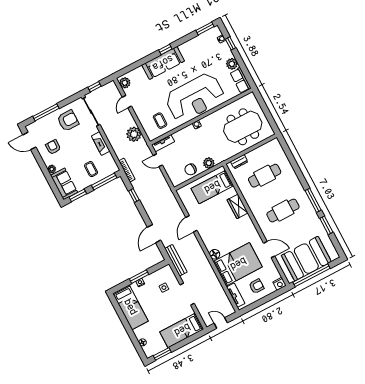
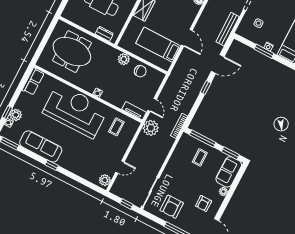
sofa: (163, 63) -> (41, 146), moved
plant: (232, 64) -> (16, 115), moved
armchair: (68, 120) -> (172, 207), turned -90
plant: (134, 134) -> (151, 128), moved
fireplace: (101, 144) -> (172, 165), removed
bed: (212, 187) -> (158, 45), moved, turned 180
window: (134, 195) -> (206, 88), moved
door: (191, 224) -> (187, 38), hinge flipped

